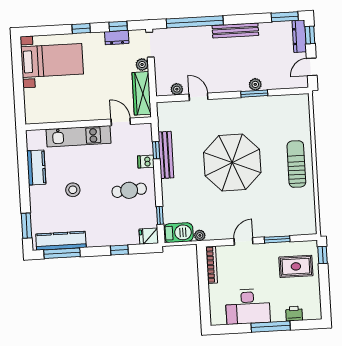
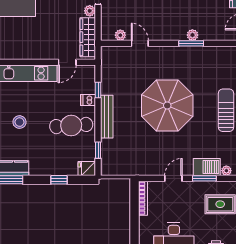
door: (121, 122) -> (67, 62), swing flipped
bench: (166, 155) -> (107, 117), moved
cafe table: (129, 190) -> (71, 125), width x1.37, depth x1.35
barbecue: (178, 233) -> (207, 167), moved
plant: (200, 235) -> (226, 171), moved

